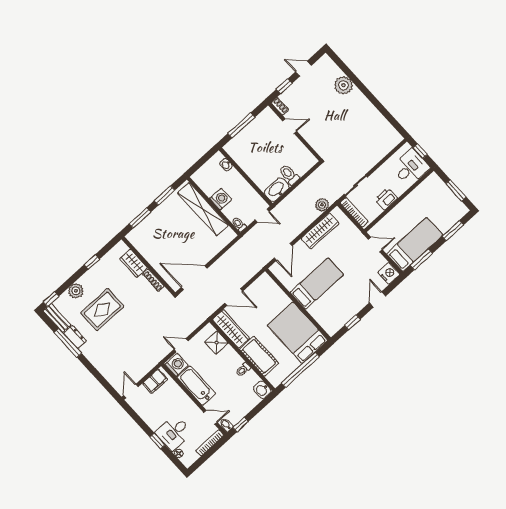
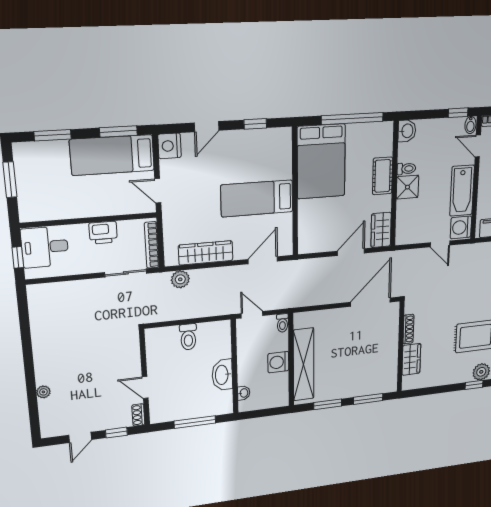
door: (303, 69) -> (80, 437), hinge flipped
plant: (343, 85) -> (43, 392), width x0.53, depth x0.53
washbasin: (277, 190) -> (222, 375), moved, turned 90
window: (92, 262) -> (474, 385), moved
door: (194, 278) -> (371, 302), swing flipped
door: (234, 297) -> (351, 252), hinge flipped
wardrobe: (231, 329) -> (381, 230), width x0.67
shower: (216, 343) -> (407, 187), moved
cot: (259, 356) -> (383, 176), width x0.73, depth x0.75

